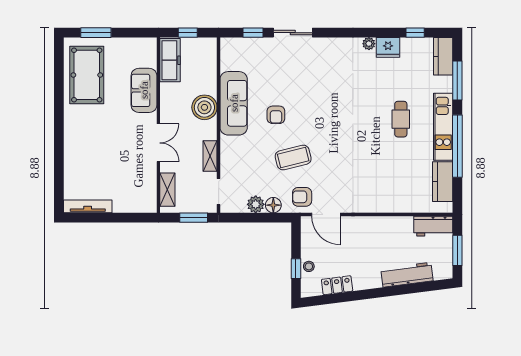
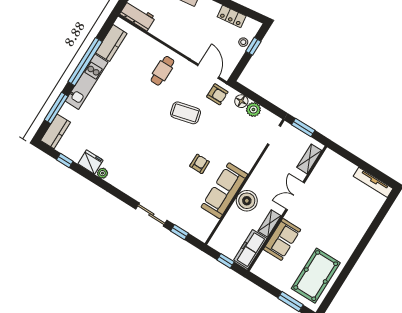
cafe table: (401, 119) -> (162, 71), moved
shelving: (210, 156) -> (269, 223), moved
coffee table: (293, 158) -> (185, 113), moved

